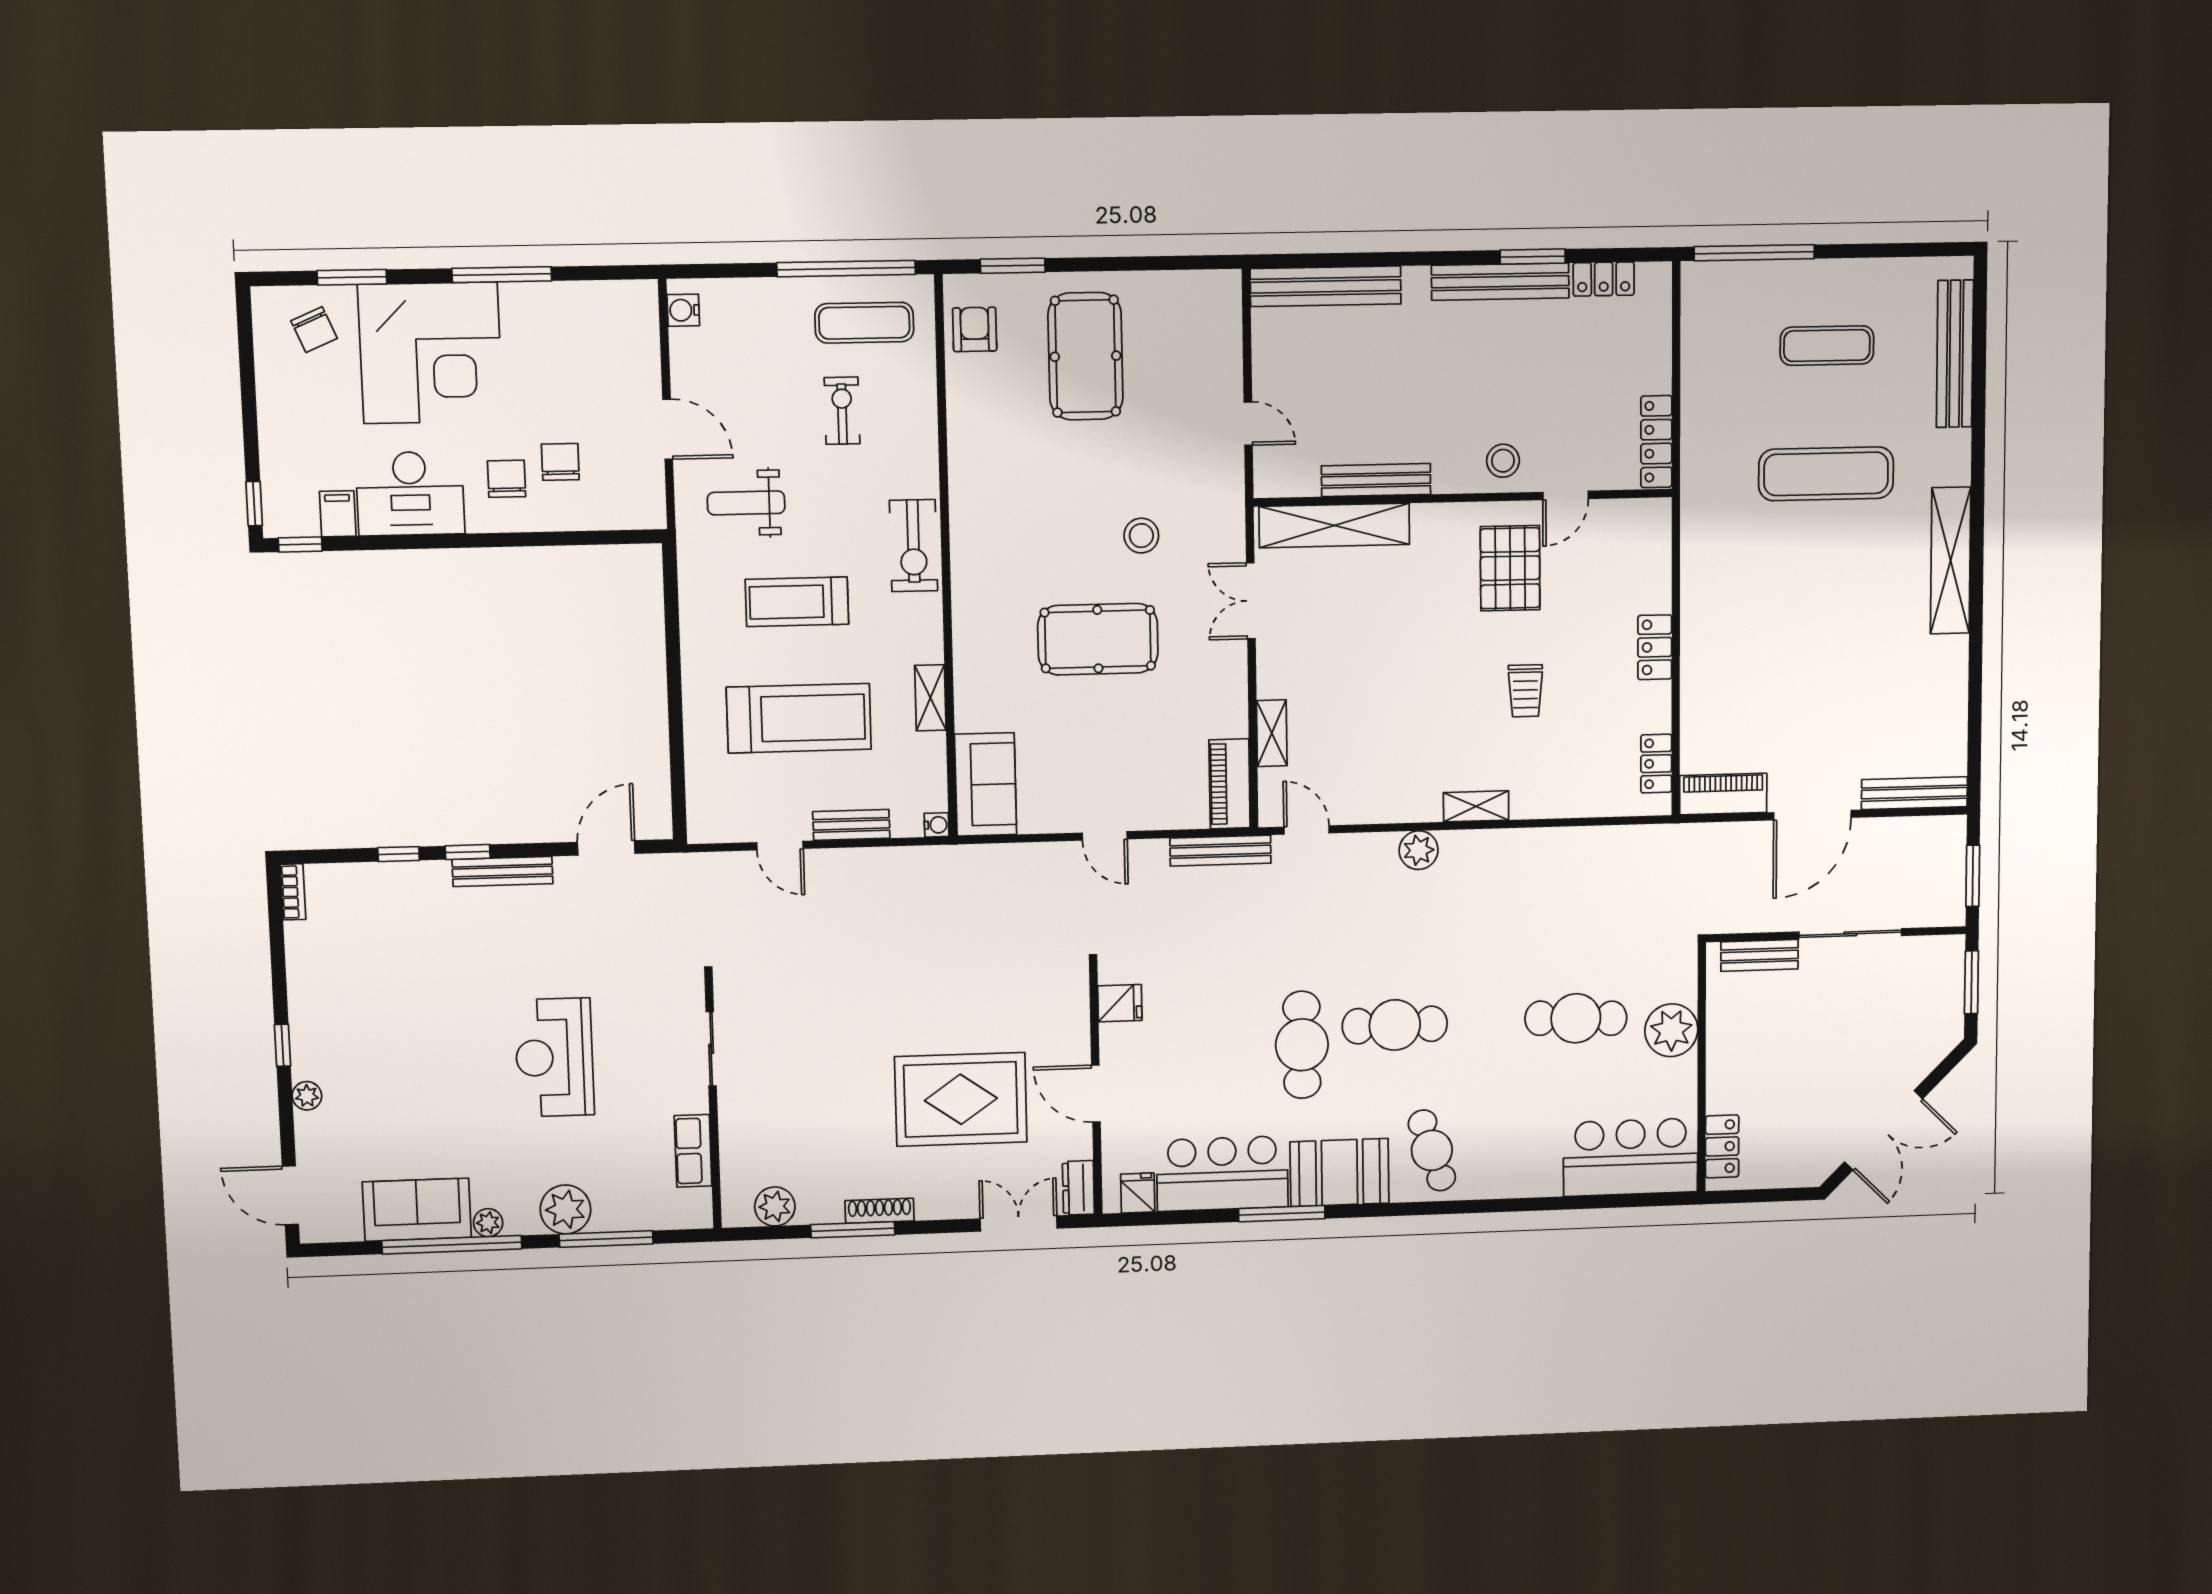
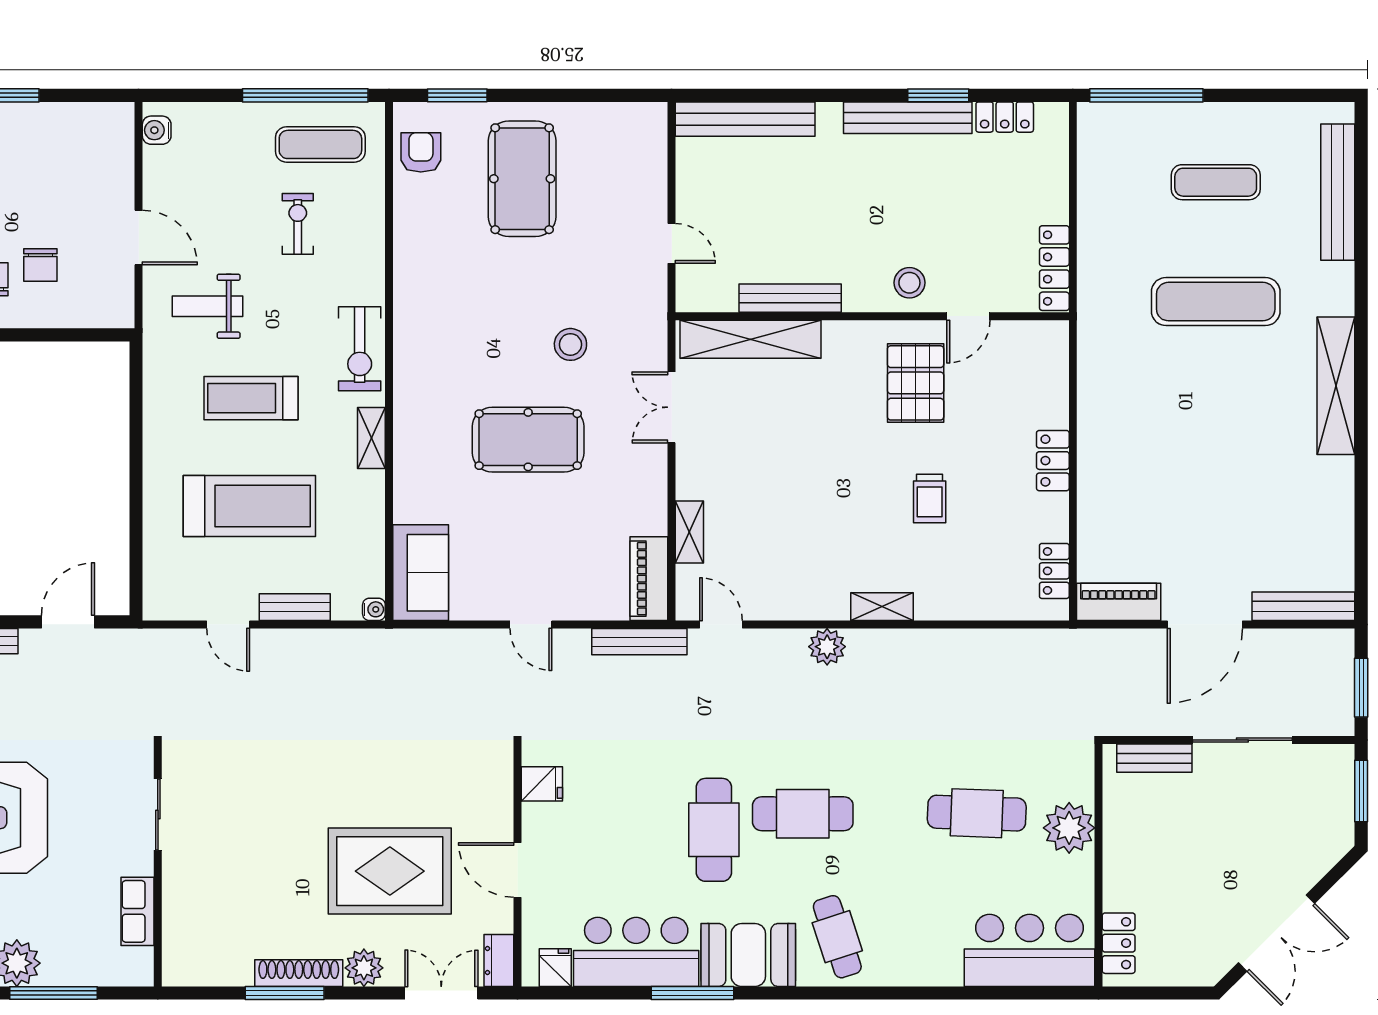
chair: (560, 462) -> (40, 265), turned 180
shelving: (930, 698) -> (371, 438), moved
plant: (775, 1206) -> (364, 968), moved
shoe rack: (880, 1211) -> (299, 973), width x1.36, depth x1.24

